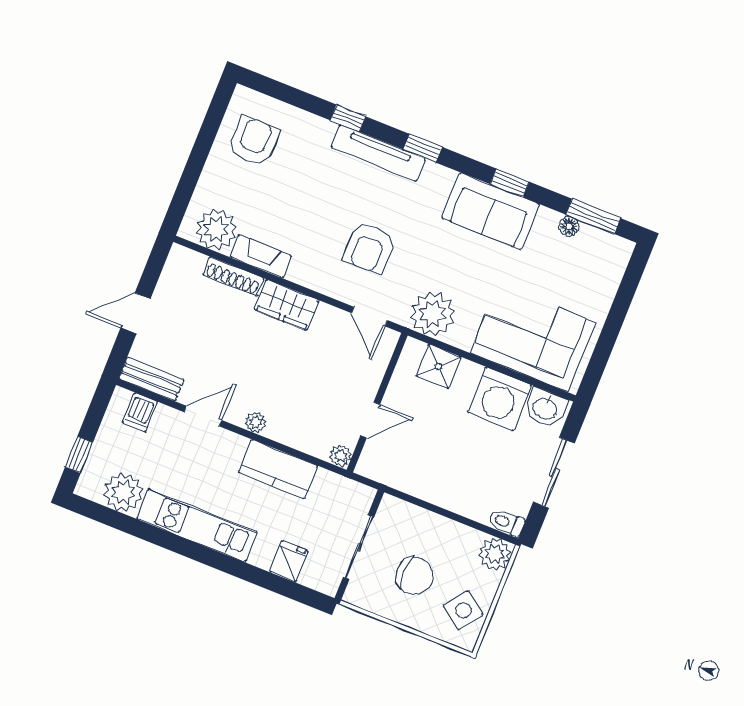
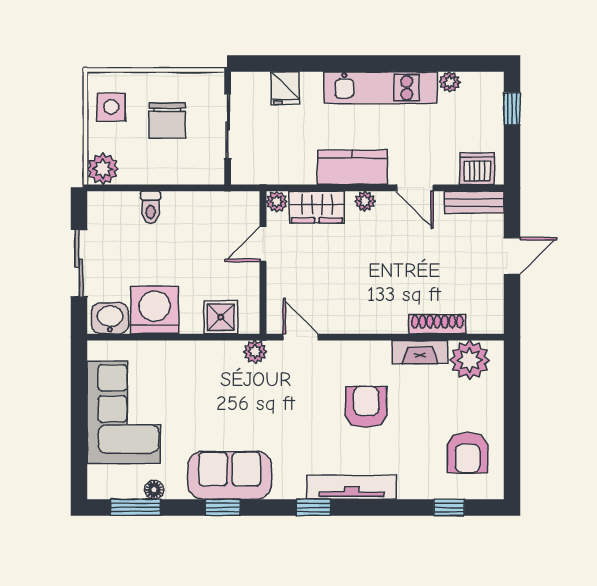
window: (348, 118) -> (449, 507), moved
armchair: (369, 248) -> (366, 407), moved
wardrobe: (287, 305) -> (317, 207), moved, turned 180
plant: (433, 314) -> (255, 352), width x0.53, depth x0.53
corner sofa: (533, 338) -> (124, 412), moved, turned -90
dishwasher: (140, 412) -> (477, 169), width x1.38
door: (203, 416) -> (415, 188), hinge flipped
kitchen counter: (278, 469) -> (352, 167), moved
plant: (123, 492) -> (450, 82), width x0.53, depth x0.53
toilet: (507, 523) -> (151, 207), moved, turned 90
chair: (414, 576) -> (167, 120), turned -90
side table: (463, 610) -> (111, 107), turned -37

